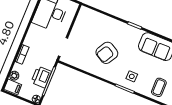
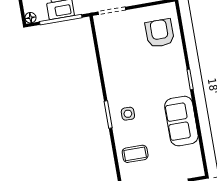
armchair: (107, 53) -> (160, 33), moved, turned 60

